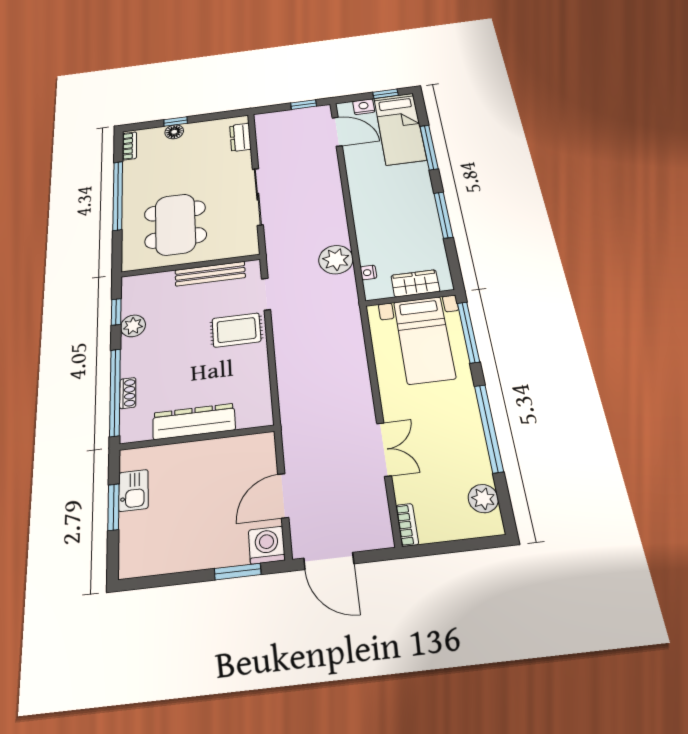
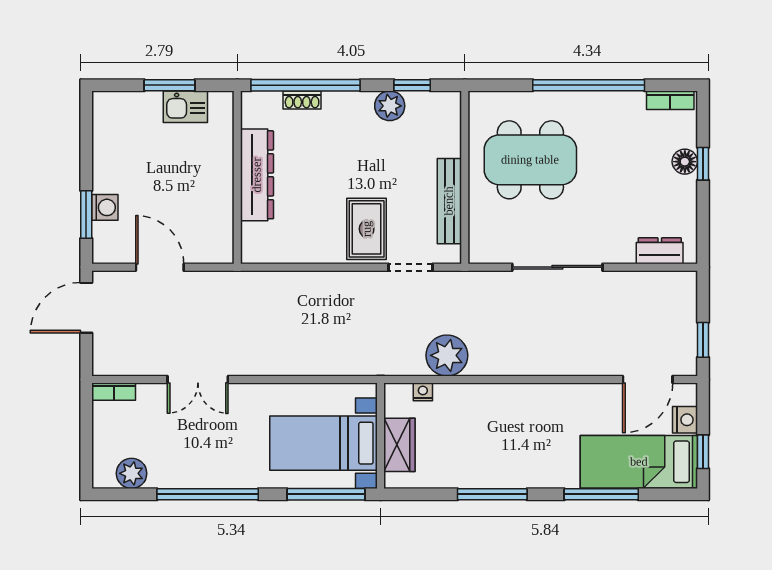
washing machine: (267, 545) -> (105, 207), moved, width x0.73, depth x0.73

